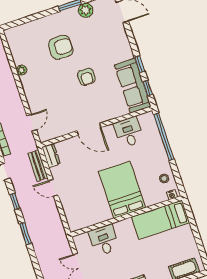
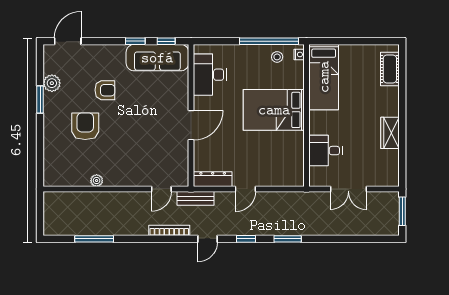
armchair: (86, 77) -> (105, 90), moved
door: (32, 123) -> (161, 189), swing flipped
desk: (129, 132) -> (210, 75), width x1.37
window: (164, 137) -> (269, 41), moved
dresser: (51, 155) -> (213, 179), width x1.44
bench: (38, 166) -> (195, 198), moved

